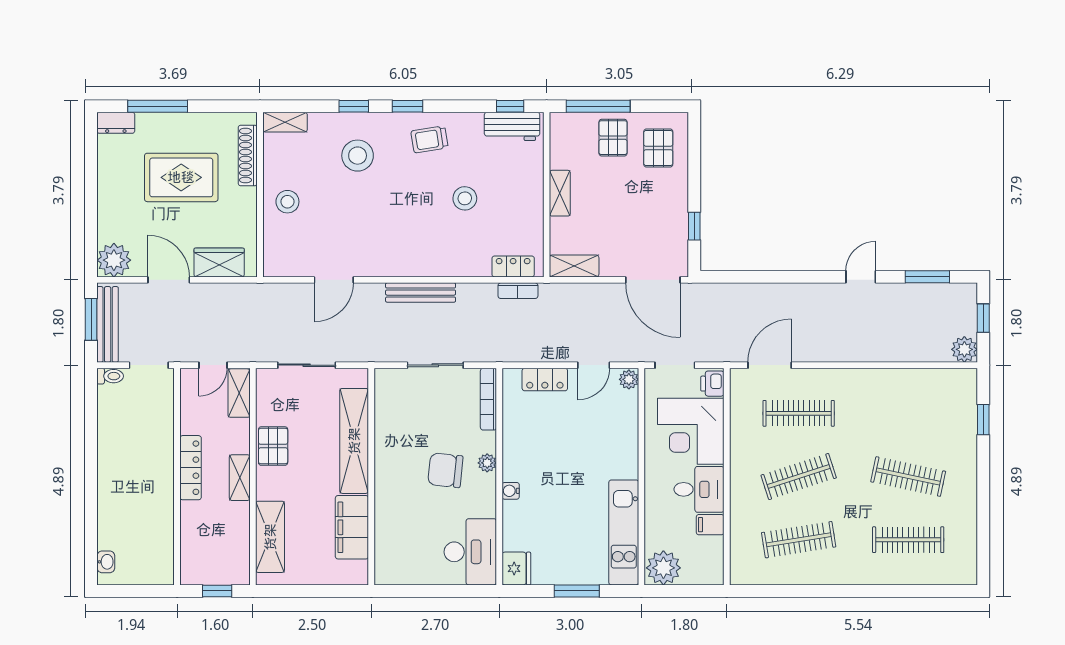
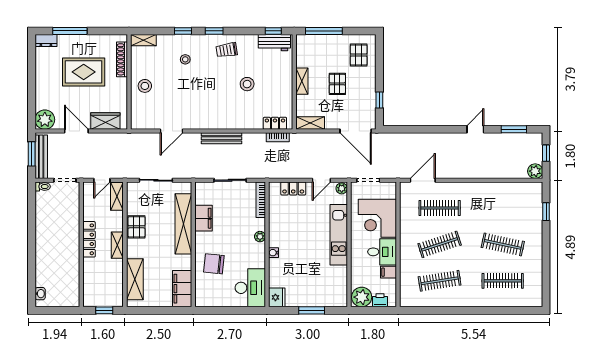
pallet: (613, 138) -> (337, 84), moved
stool: (358, 156) -> (185, 59), width x0.53, depth x0.53
printer: (712, 384) -> (380, 300), moved, turned 90
filing cabinet: (389, 431) -> (204, 218), added
chair: (445, 470) -> (214, 264), moved
filing cabinet: (352, 527) -> (182, 289), moved
kitchen unit: (624, 532) -> (339, 235), moved

